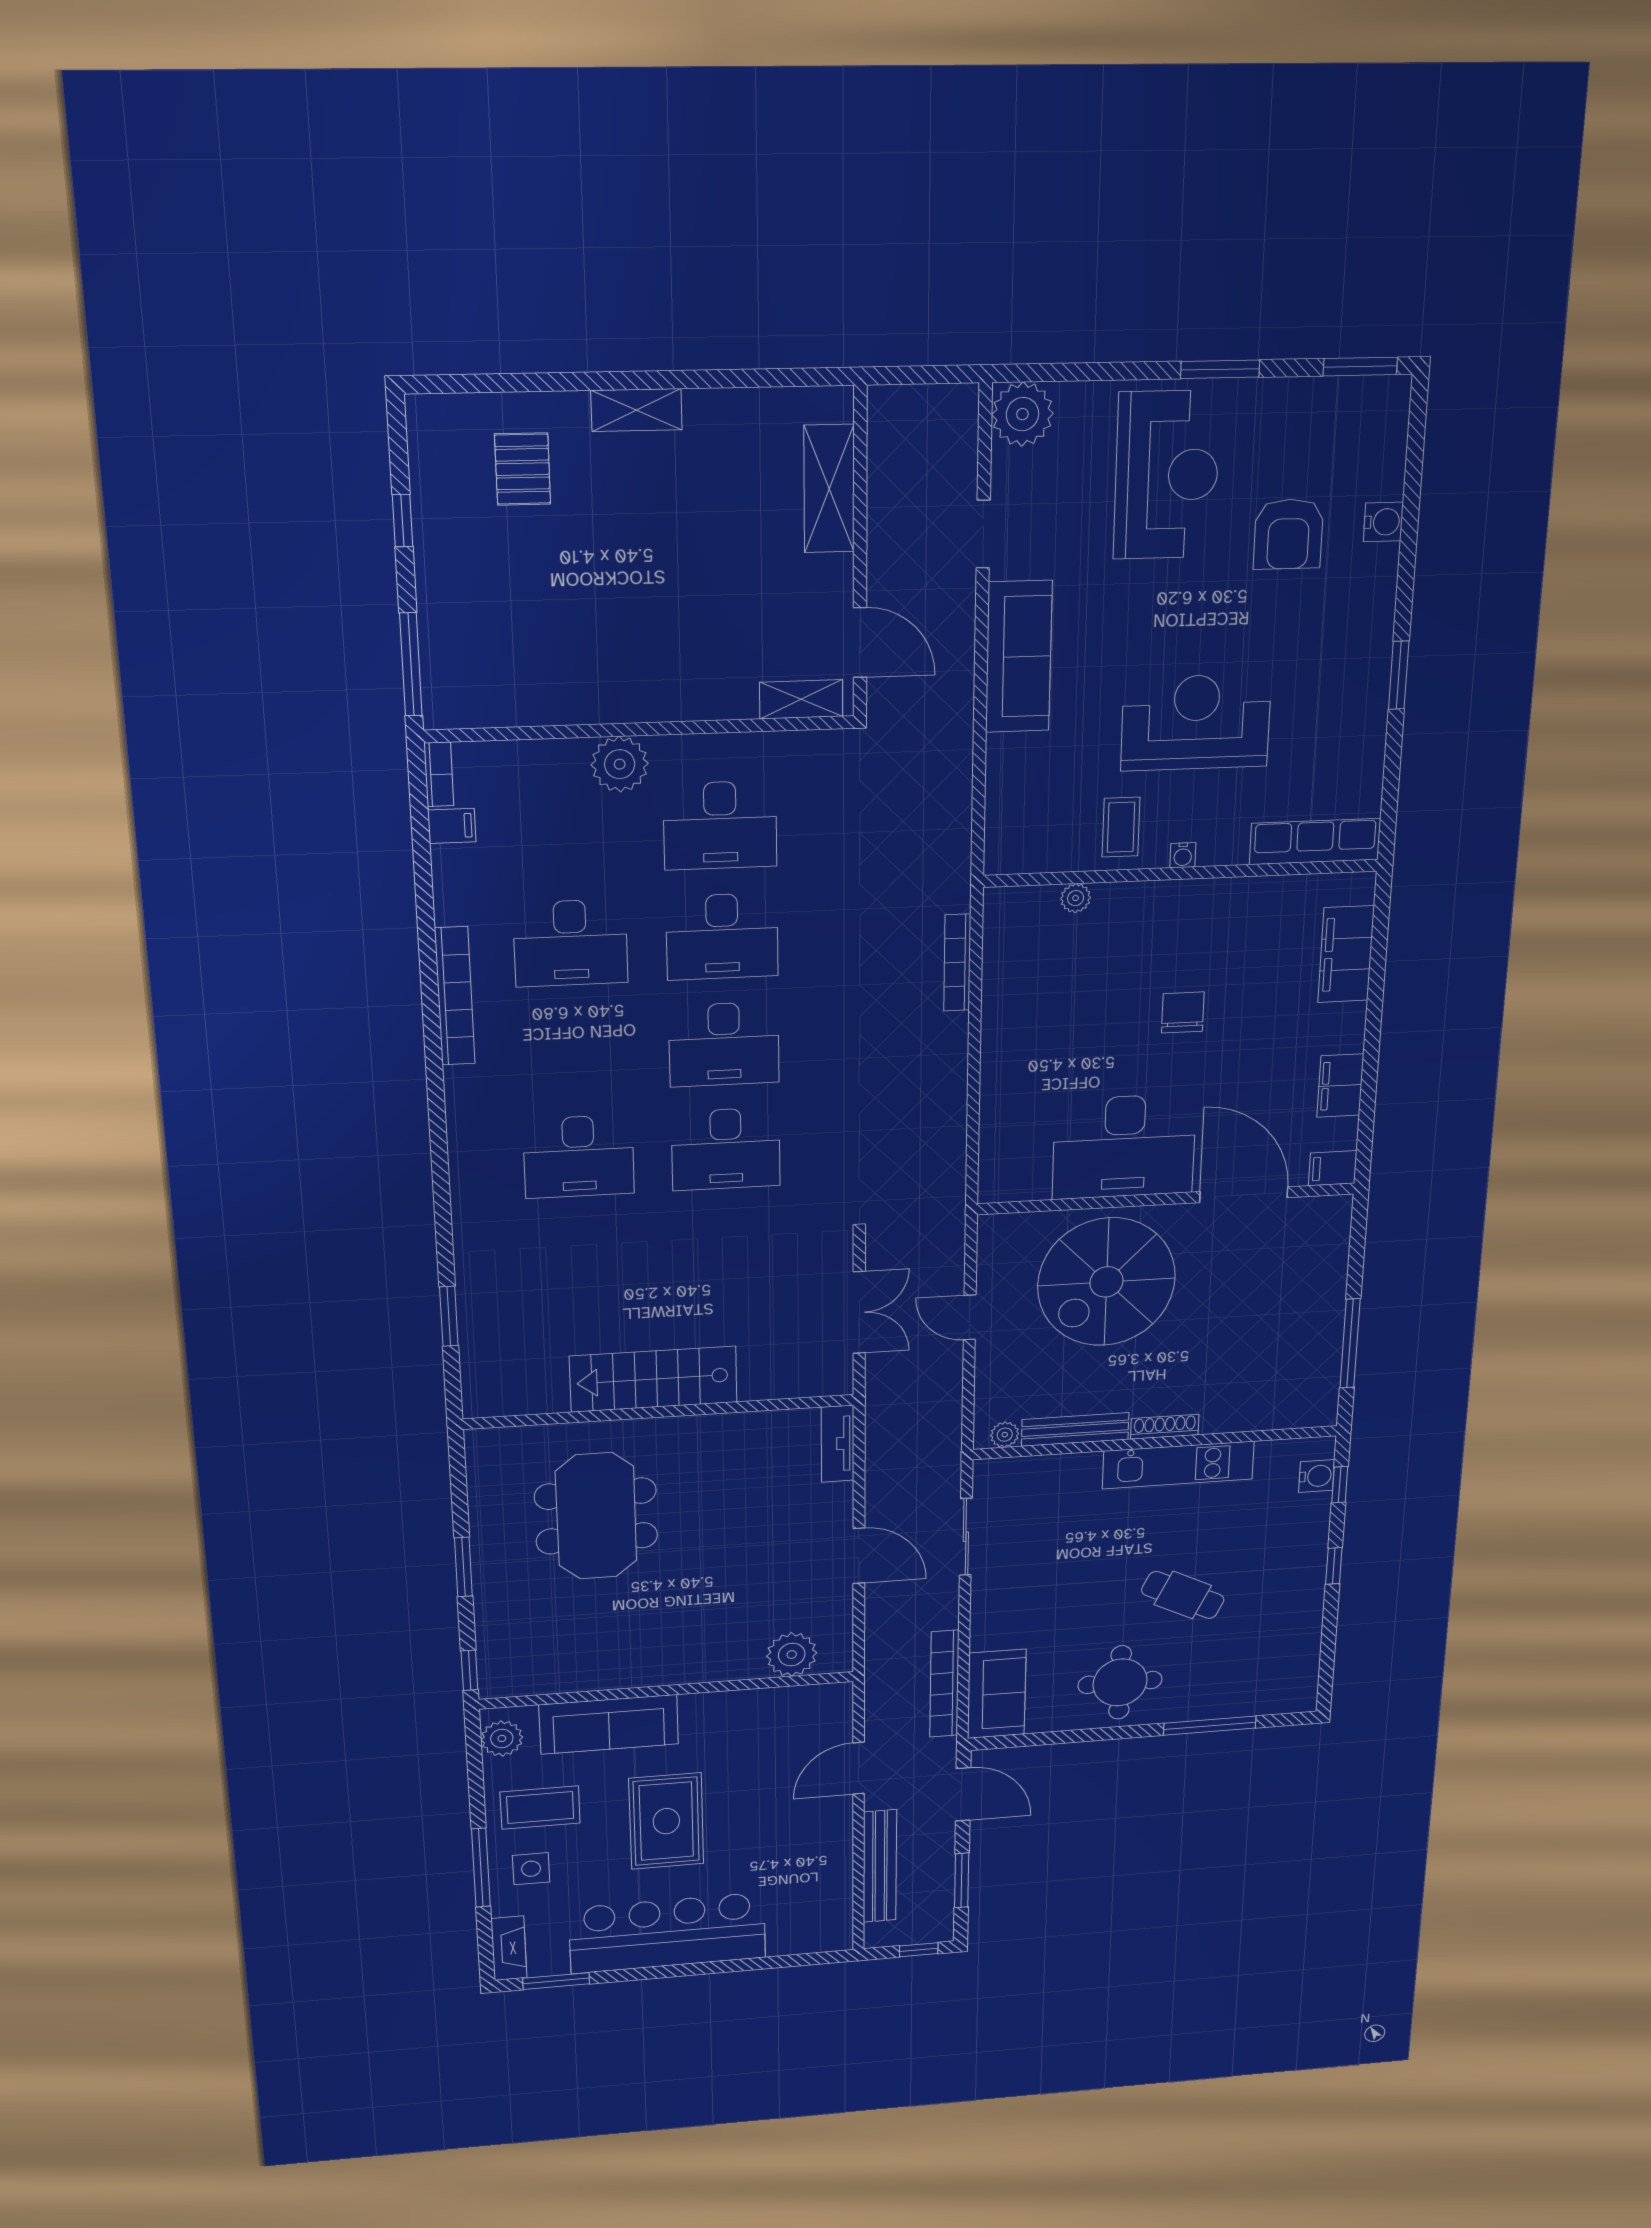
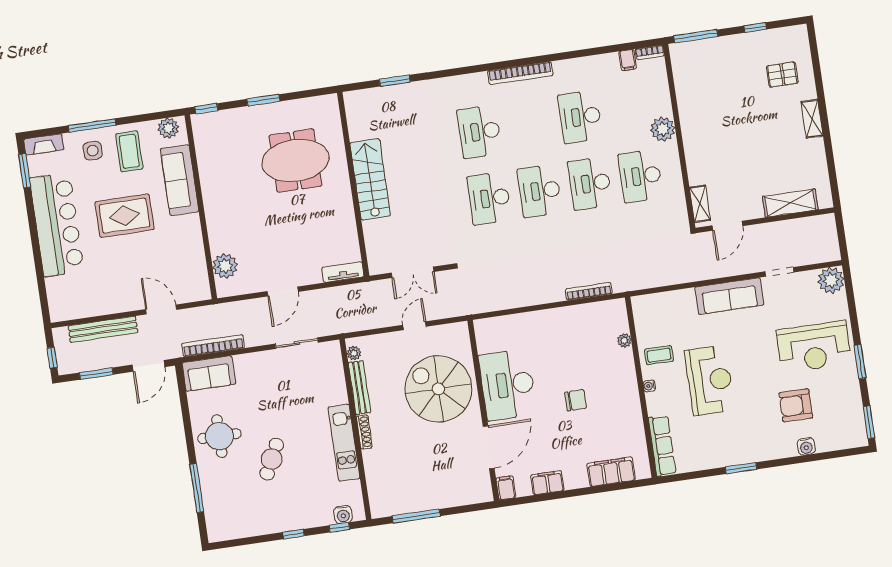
bookcase: (455, 996) -> (520, 73), moved

